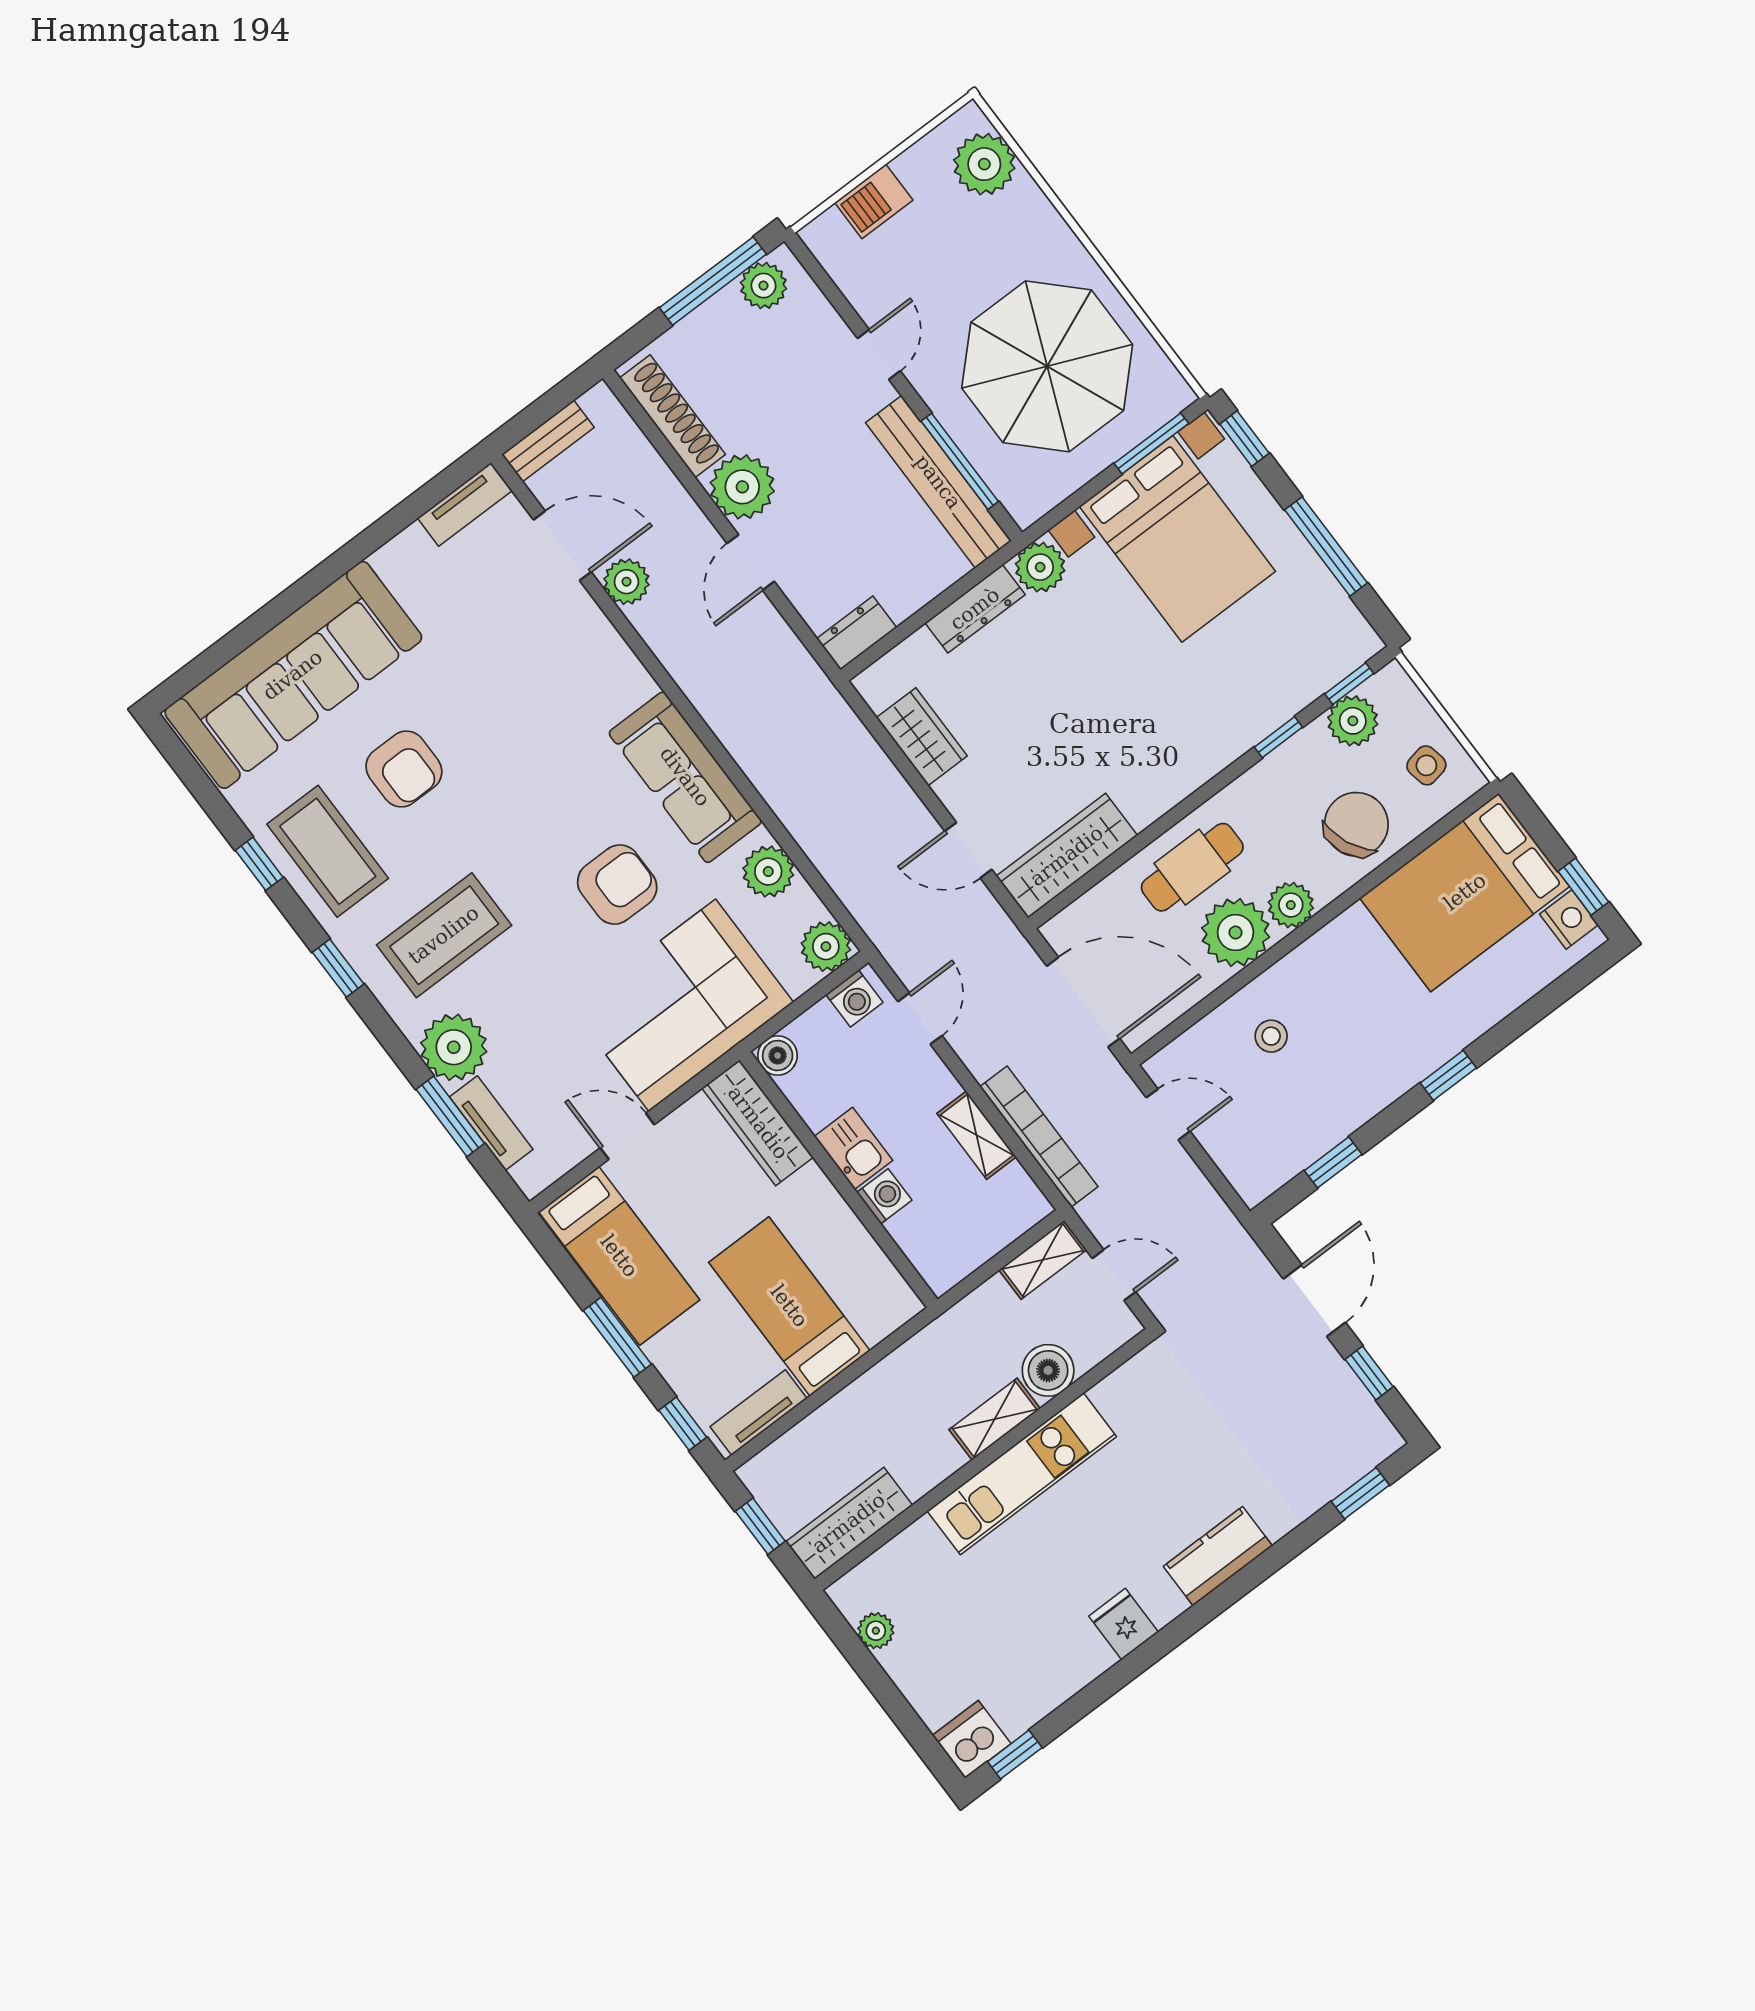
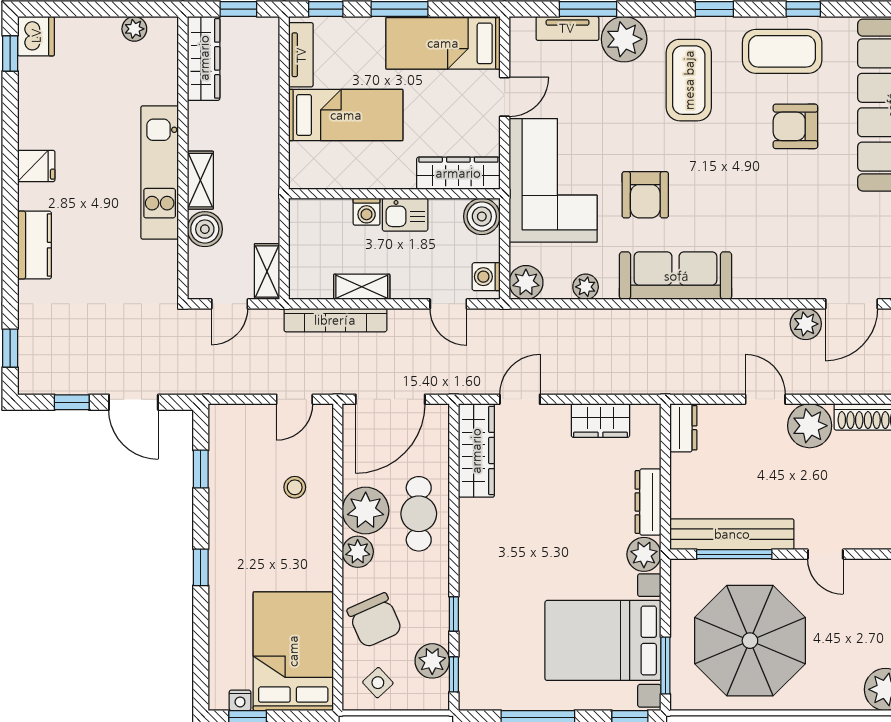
side table: (1426, 765) -> (378, 683), turned -32
plant: (768, 872) -> (586, 287), width x0.73, depth x0.73
nightstand: (1569, 919) -> (240, 700), width x0.72, depth x0.74
boiler: (778, 1055) -> (482, 216), width x1.36, depth x1.36

